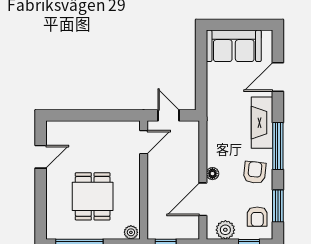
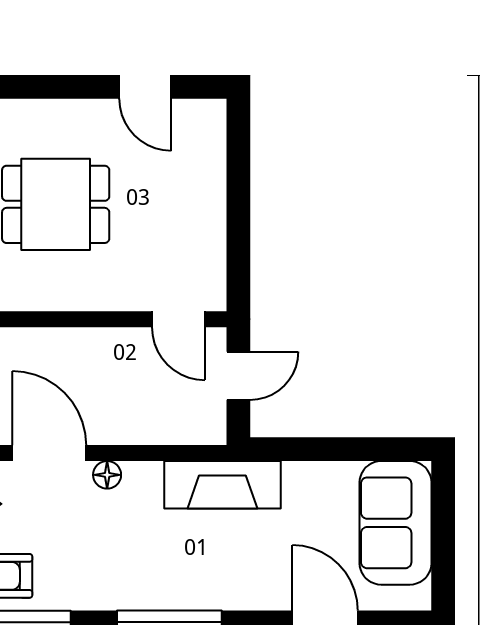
fireplace: (262, 123) -> (222, 485), moved, turned 180
armchair: (255, 172) -> (110, 570), removed

